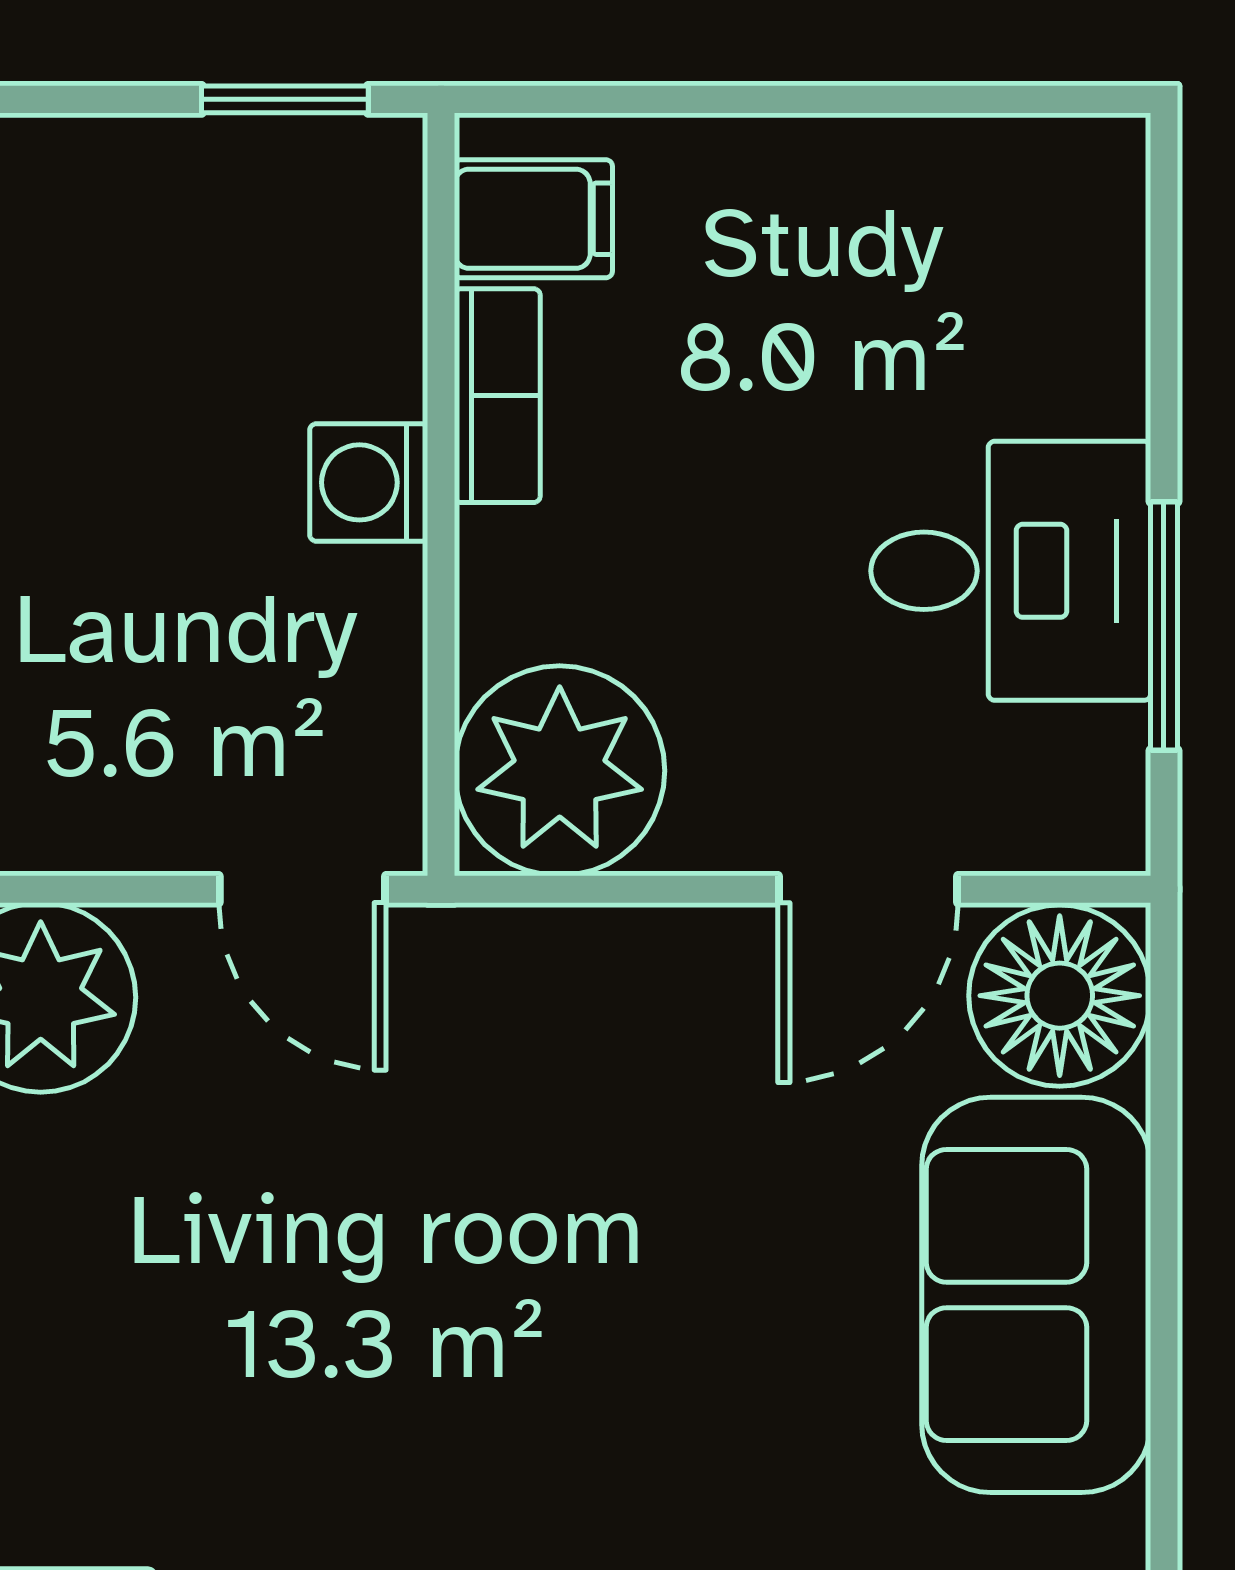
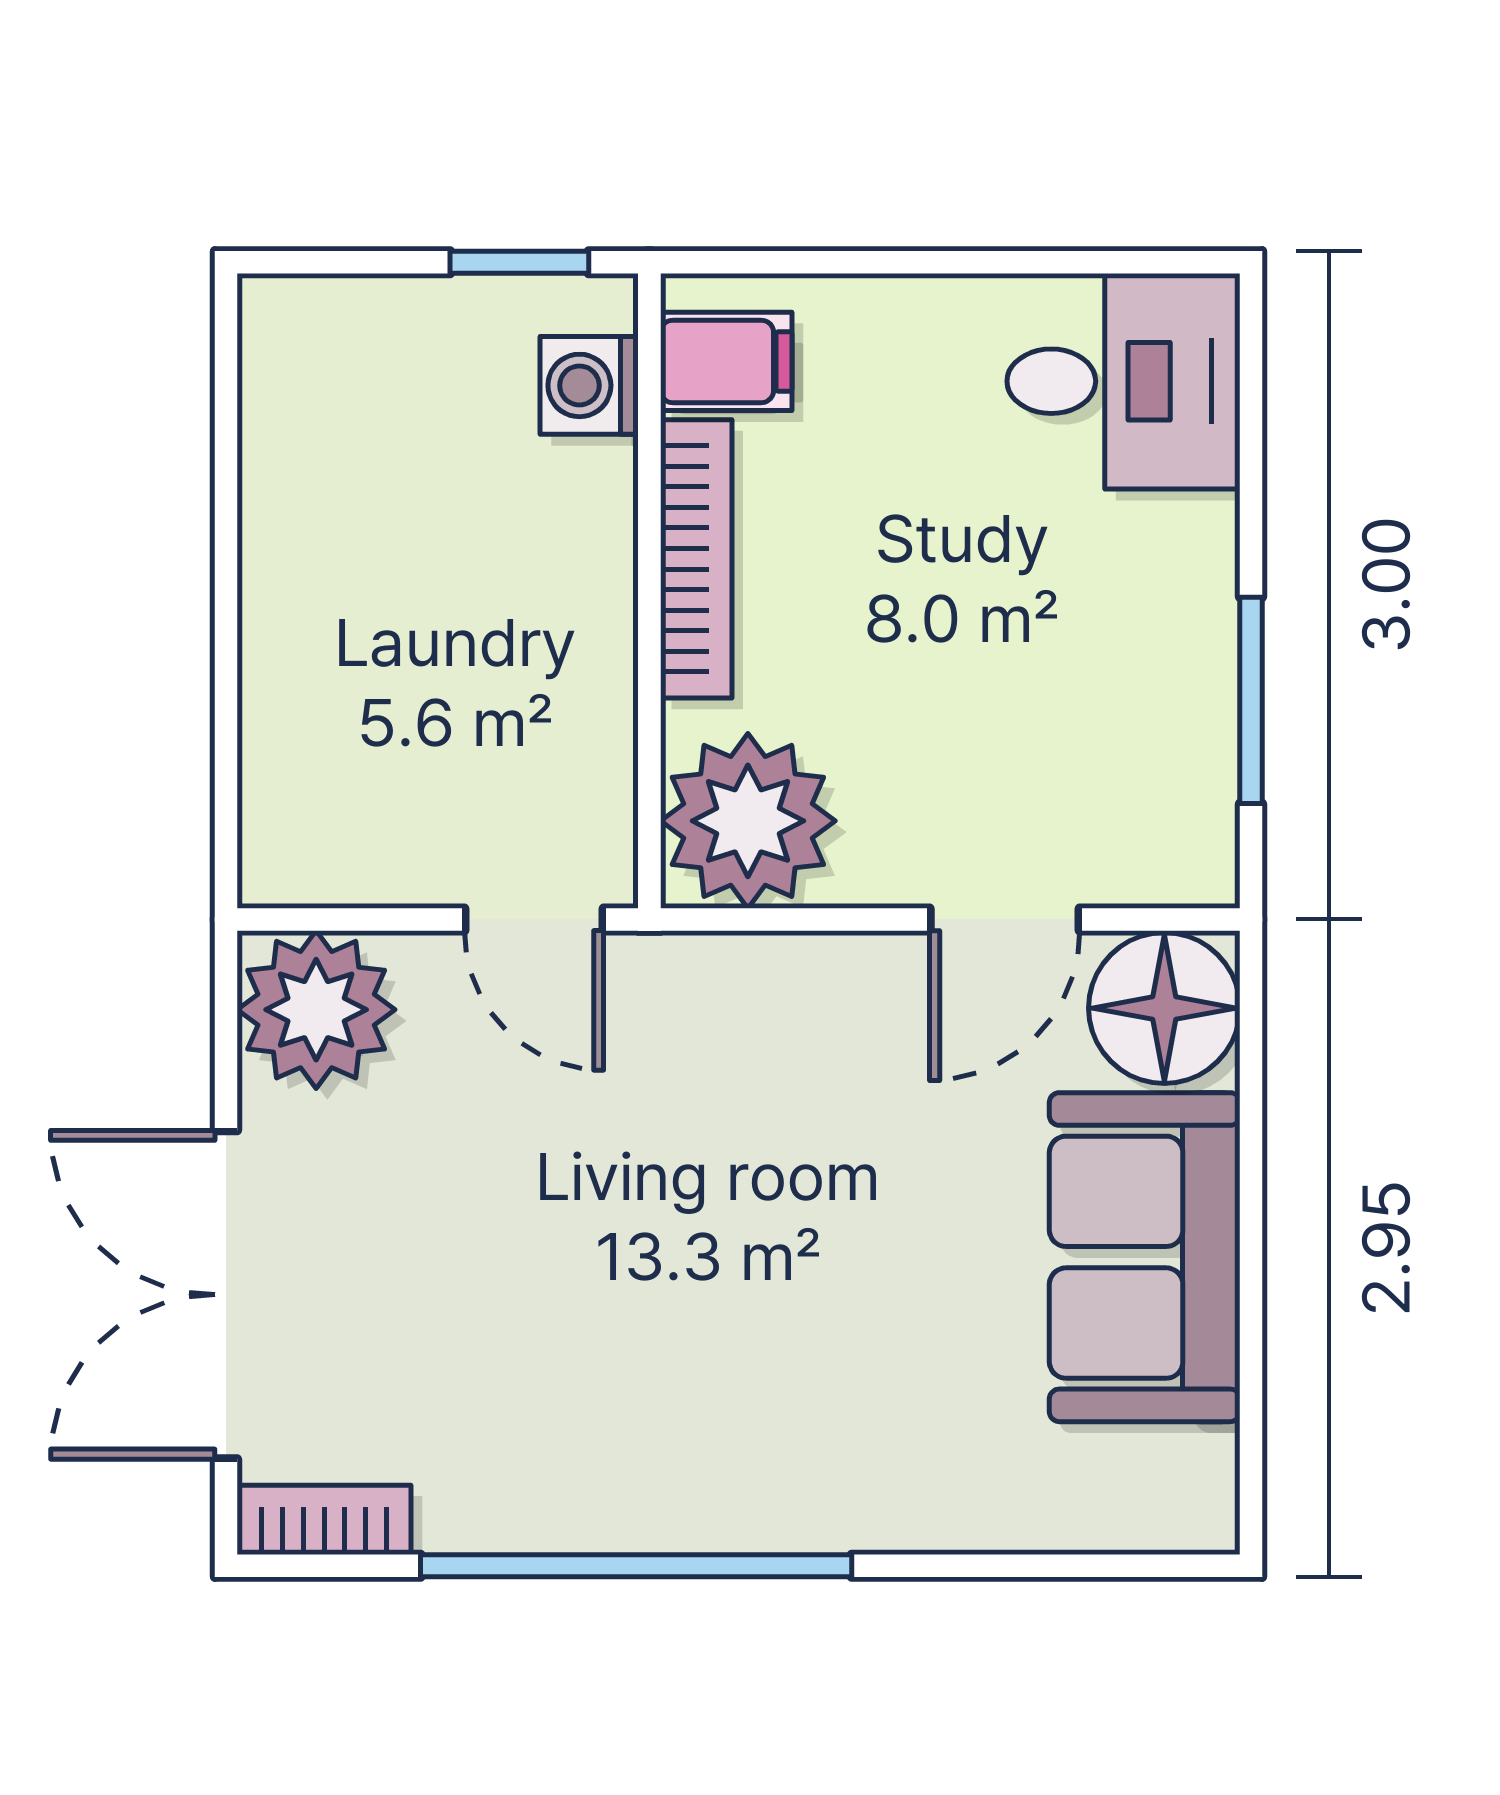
bookcase: (497, 396) -> (696, 559), width x1.56
washing machine: (369, 482) -> (589, 385), moved
desk: (1011, 571) -> (1123, 381), moved

